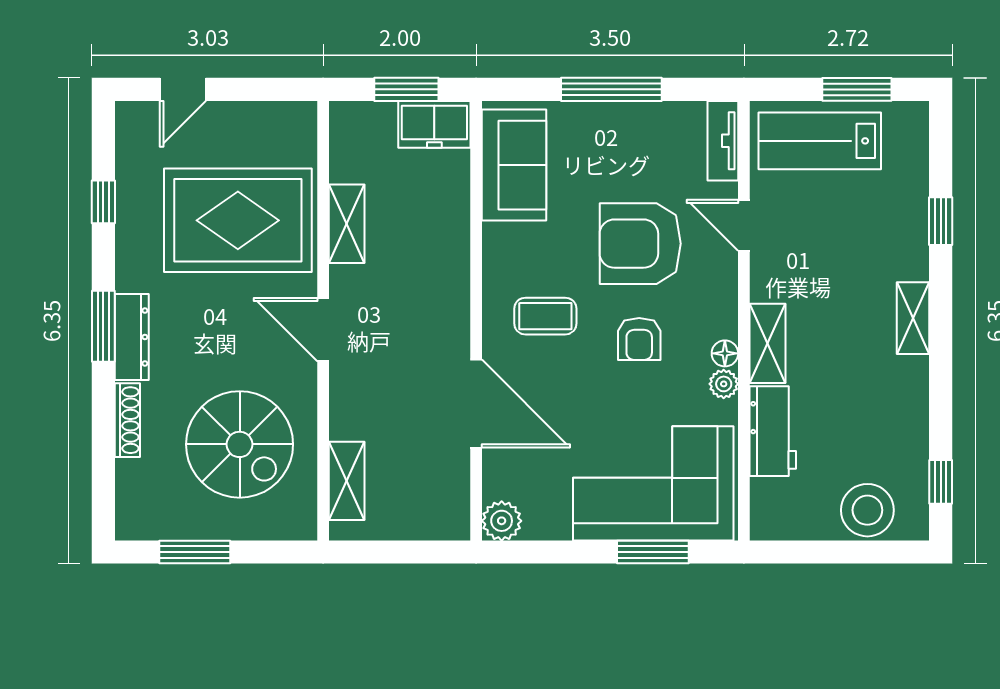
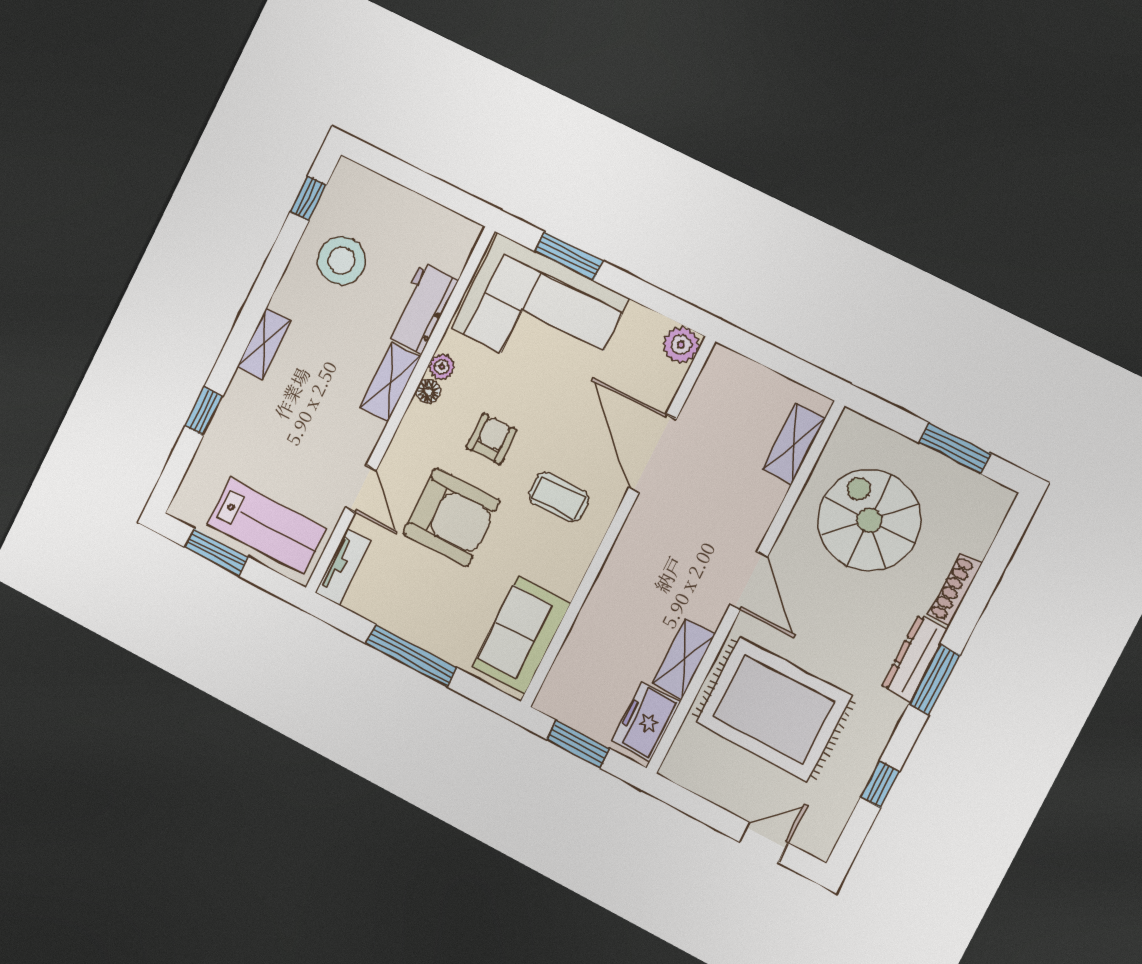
freezer: (434, 124) -> (646, 721), moved, turned -90
stool: (867, 510) -> (342, 260), moved

